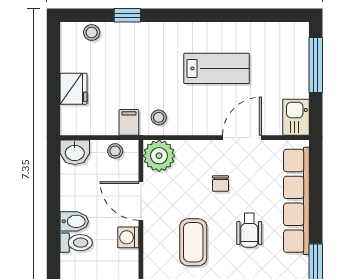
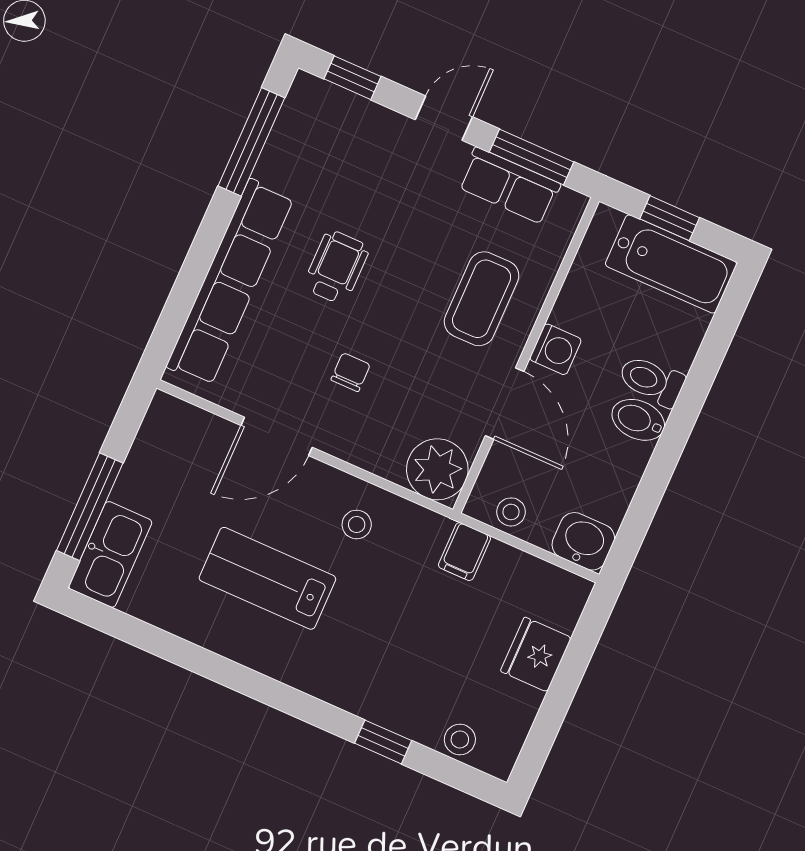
stool: (159, 117) -> (357, 524), moved
kitchen sink: (296, 117) -> (110, 554), moved, width x1.38
coffee table: (193, 242) -> (482, 299), moved

